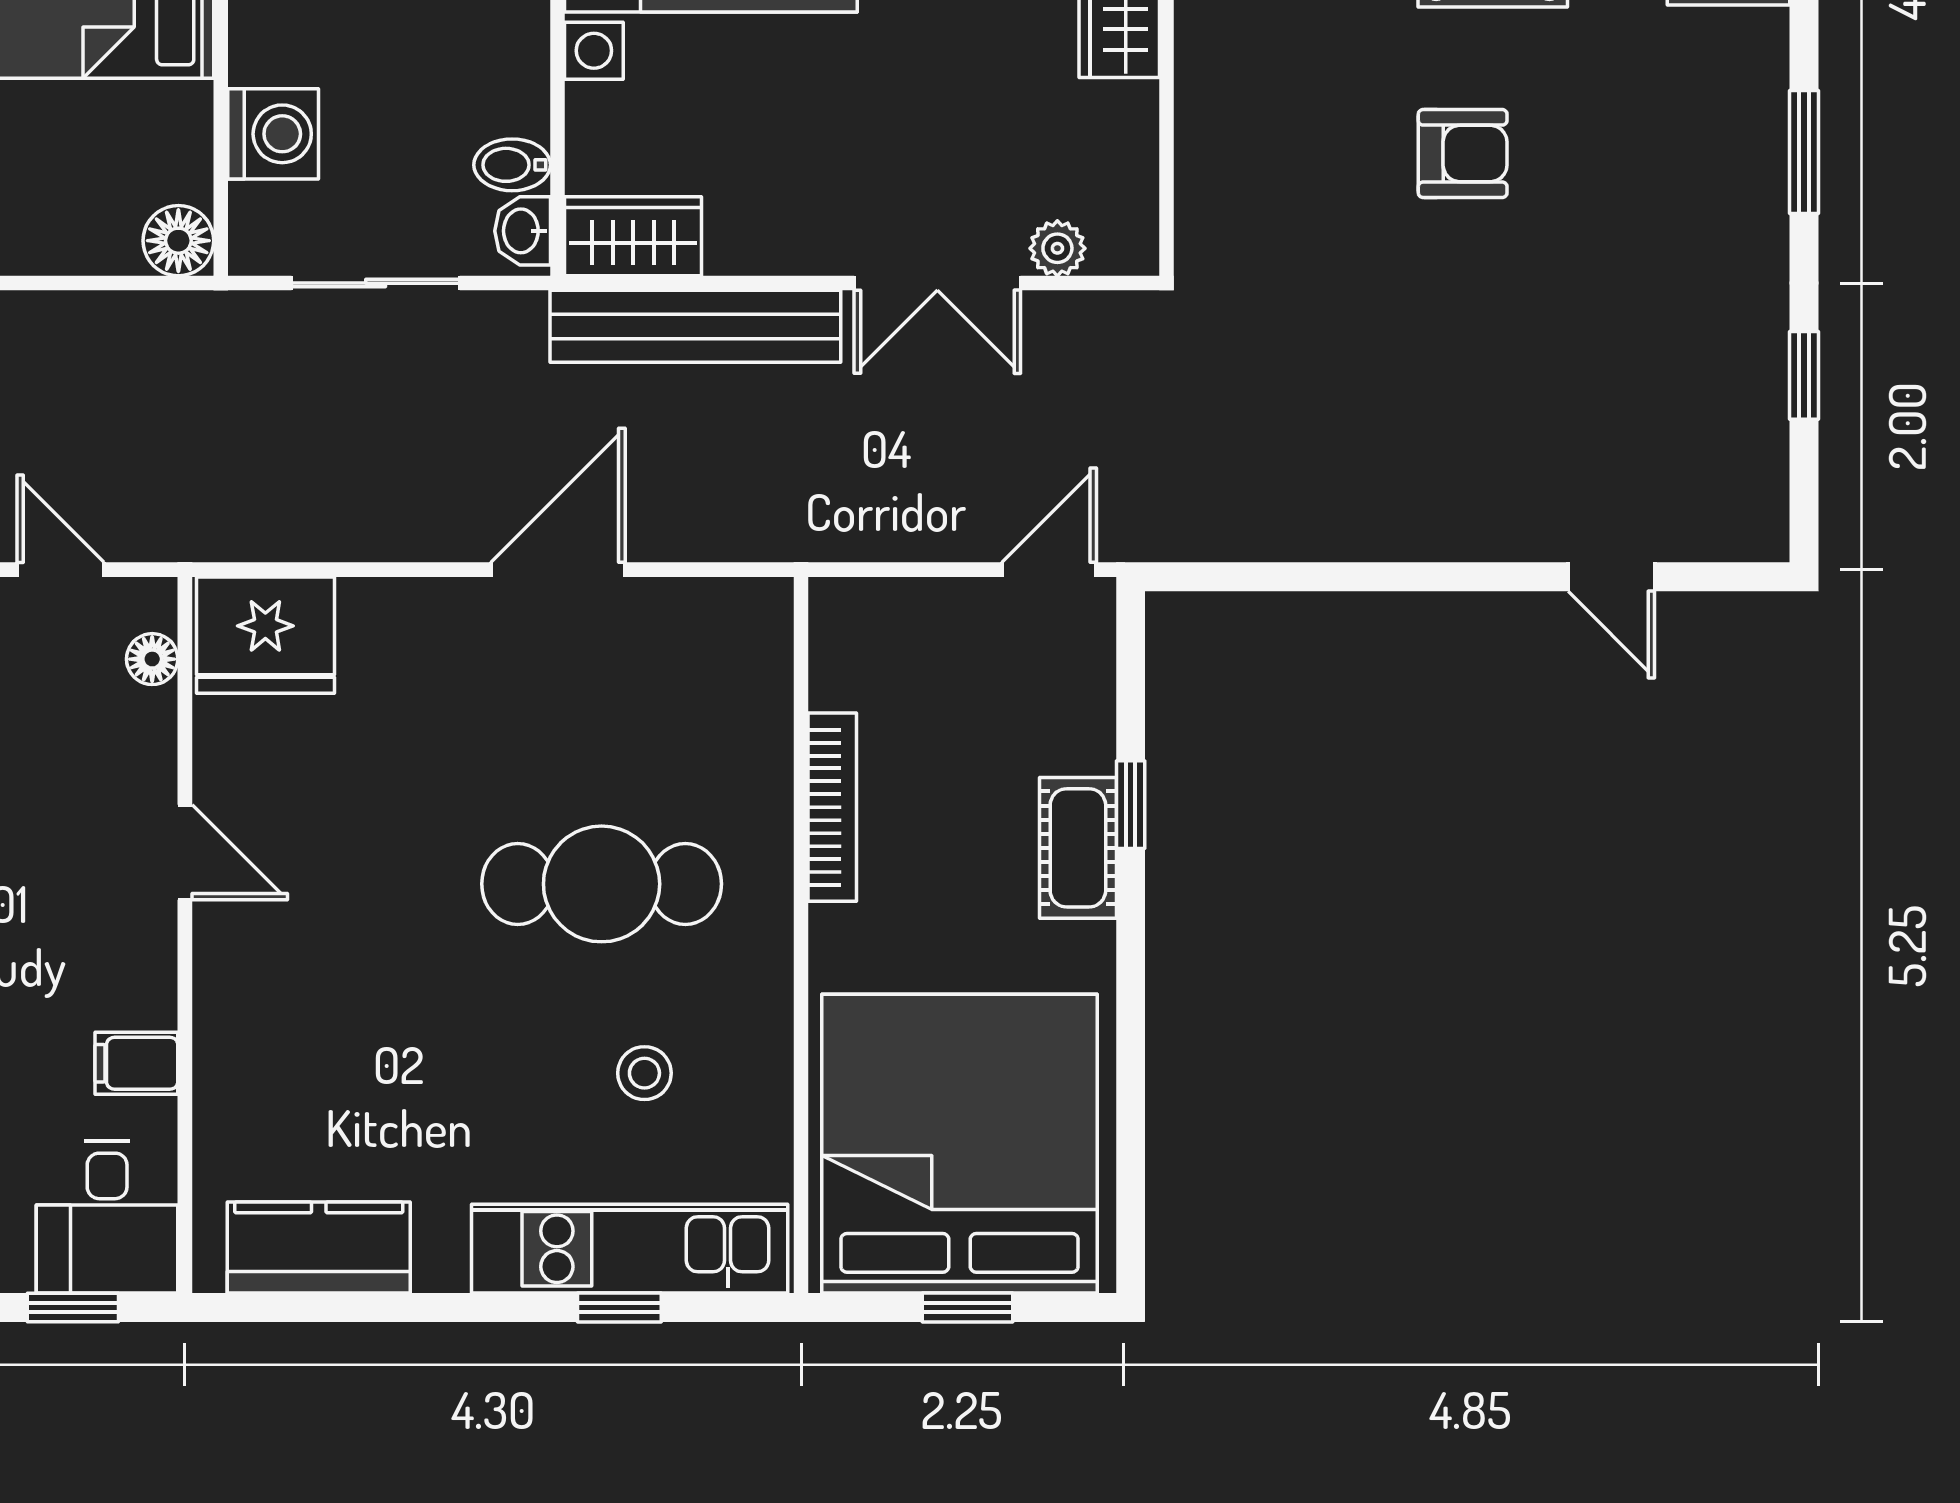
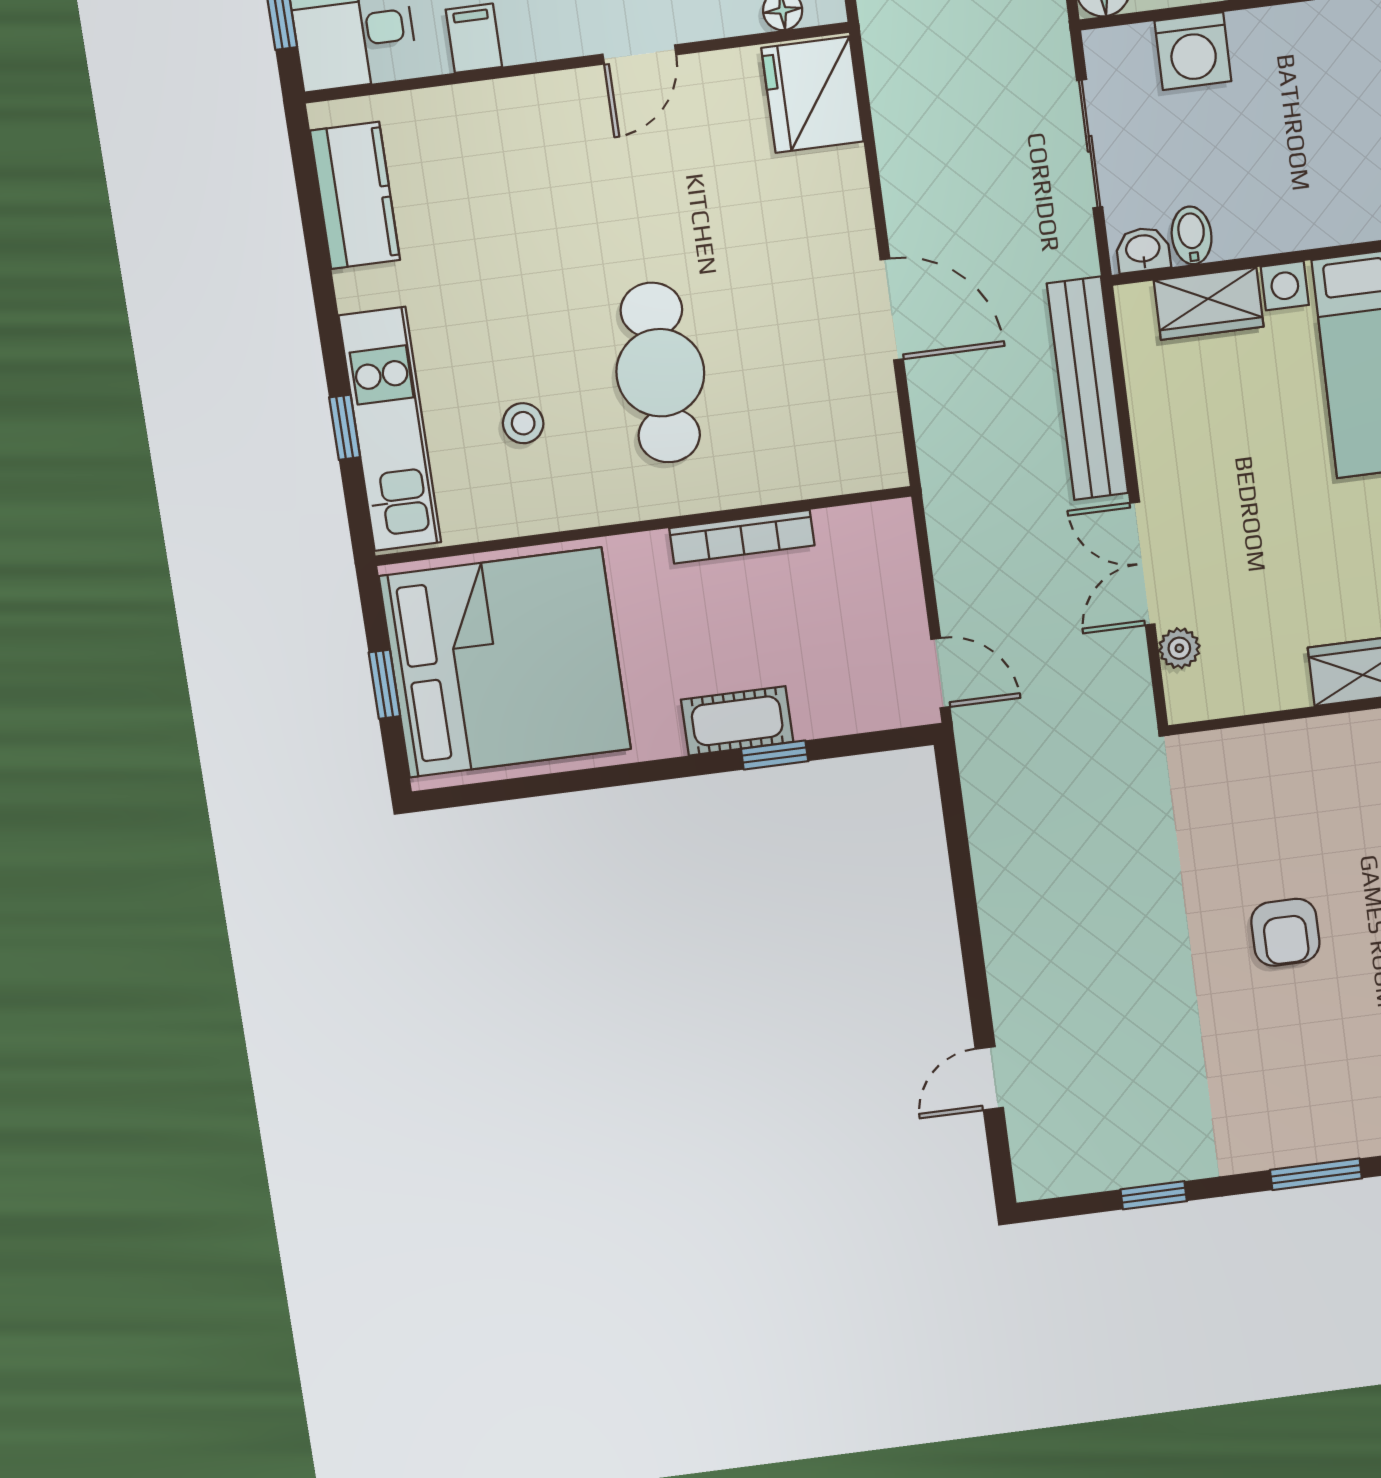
wardrobe: (633, 236) -> (1209, 304), moved, turned 90

